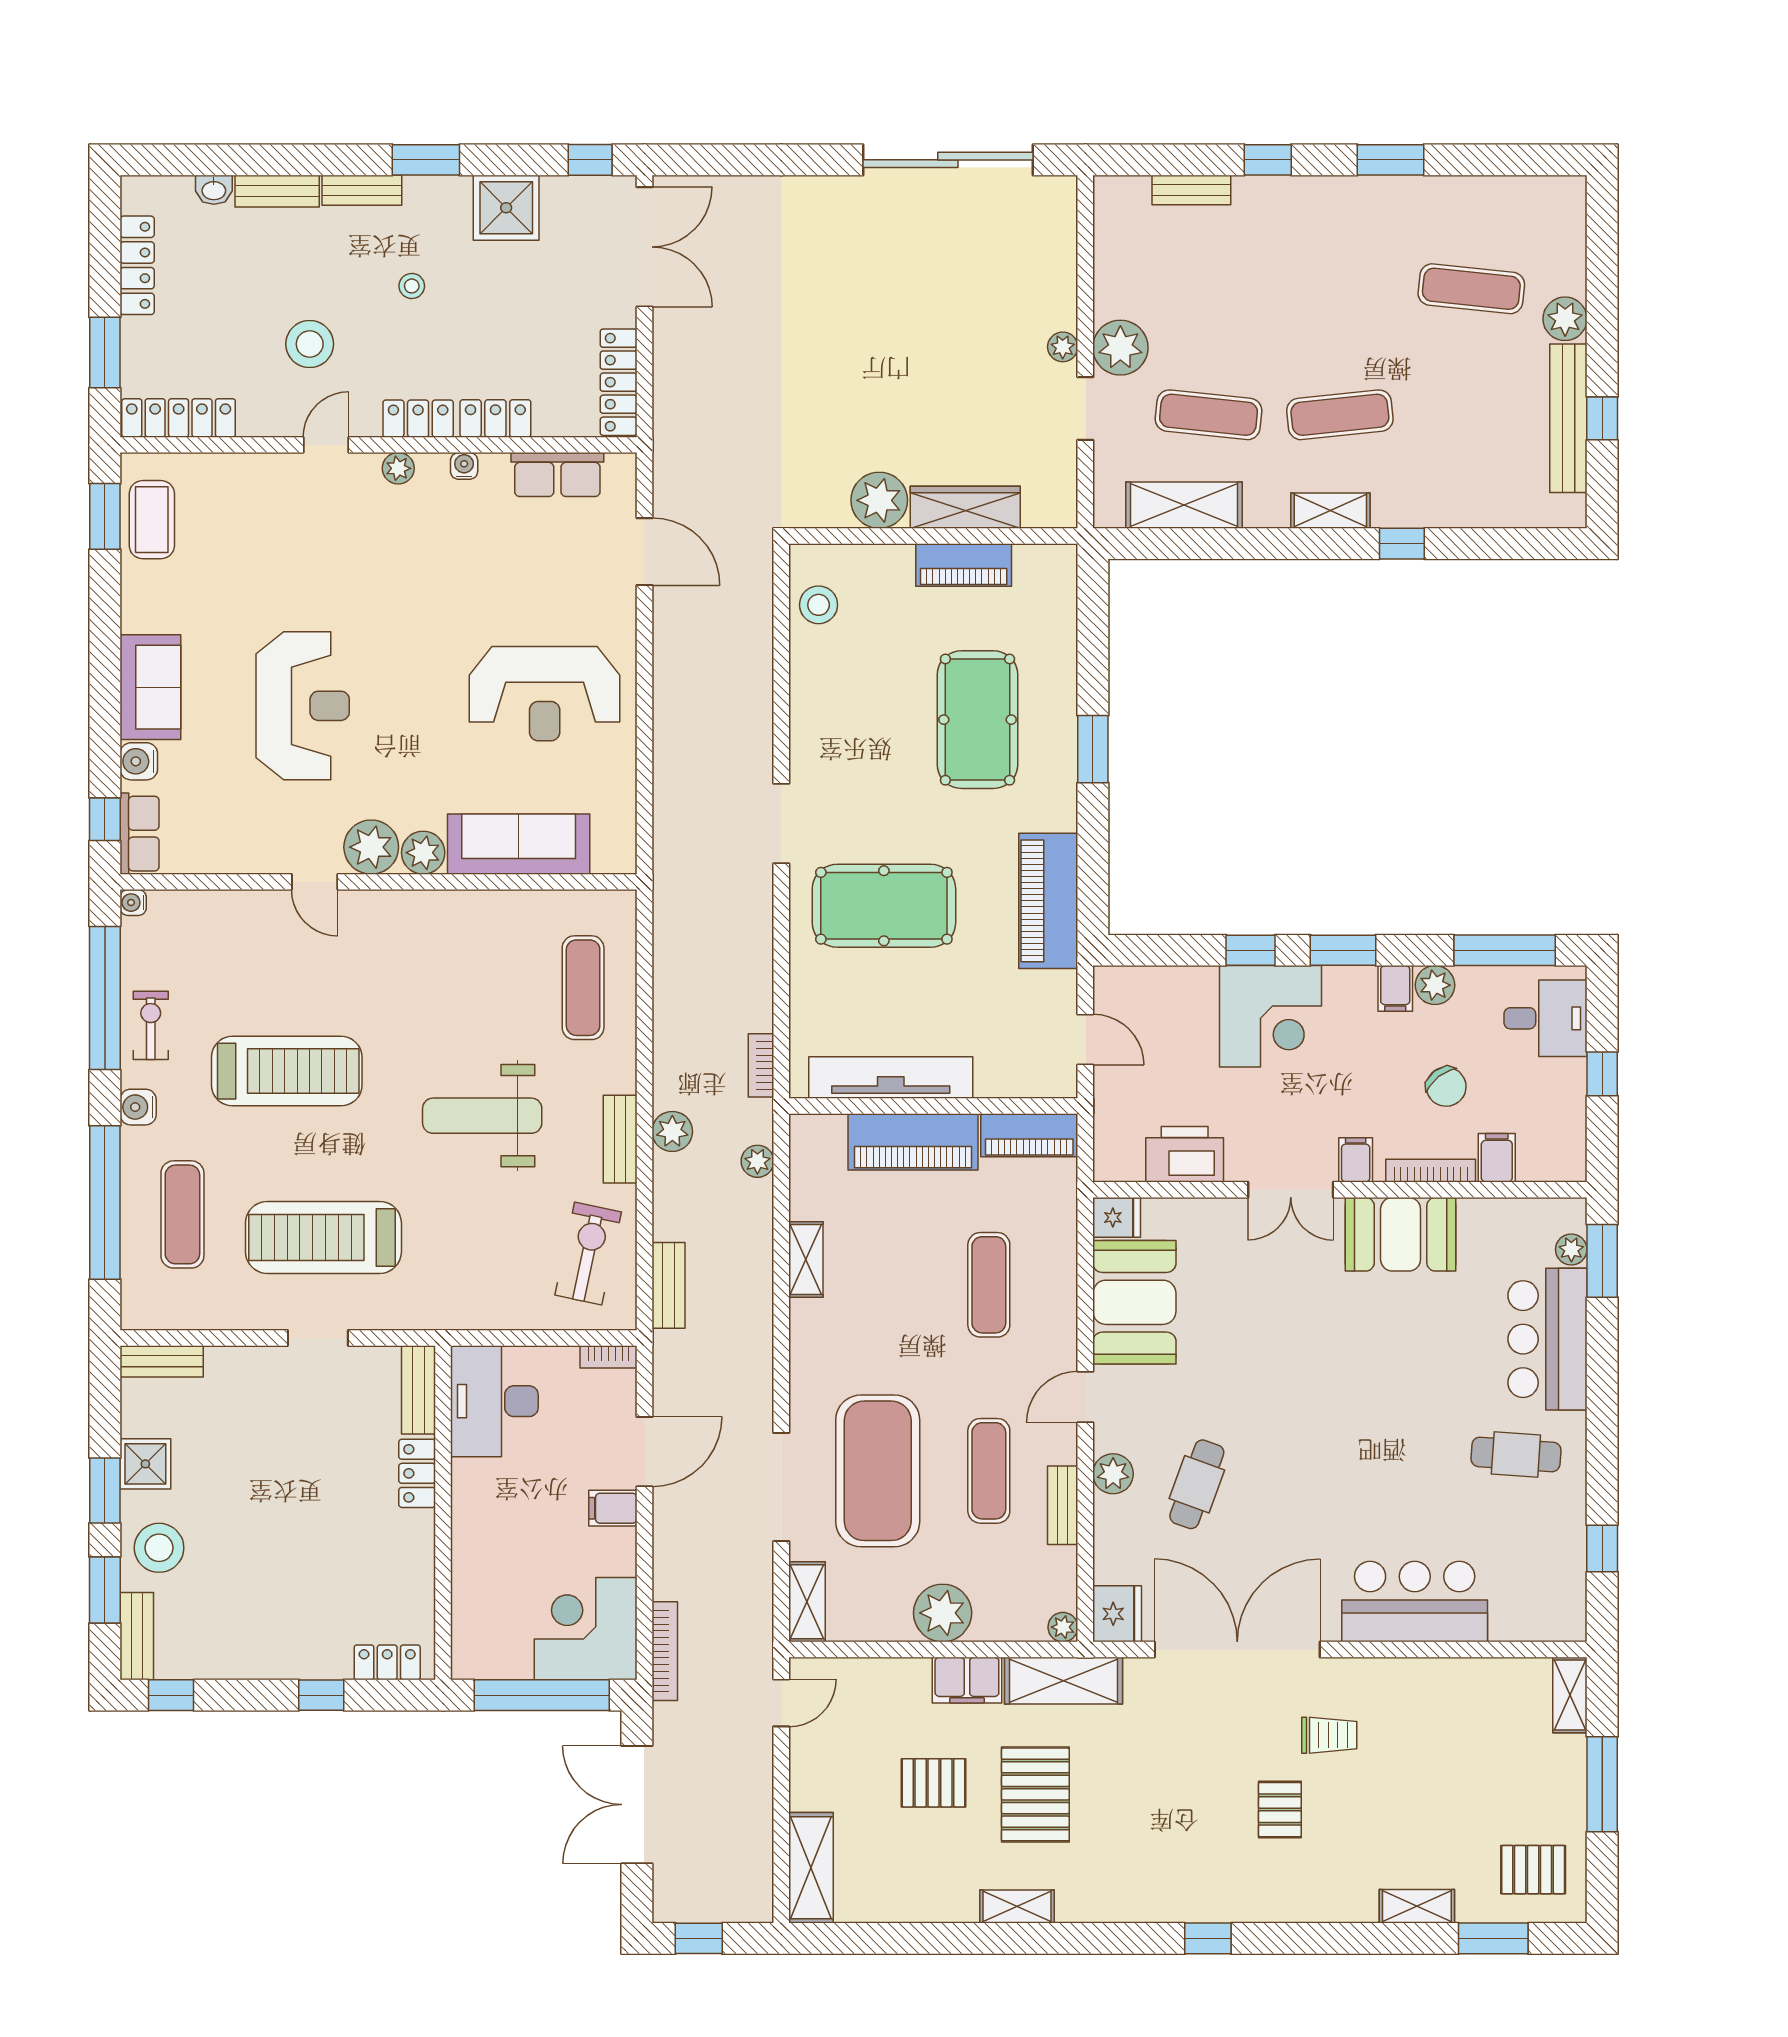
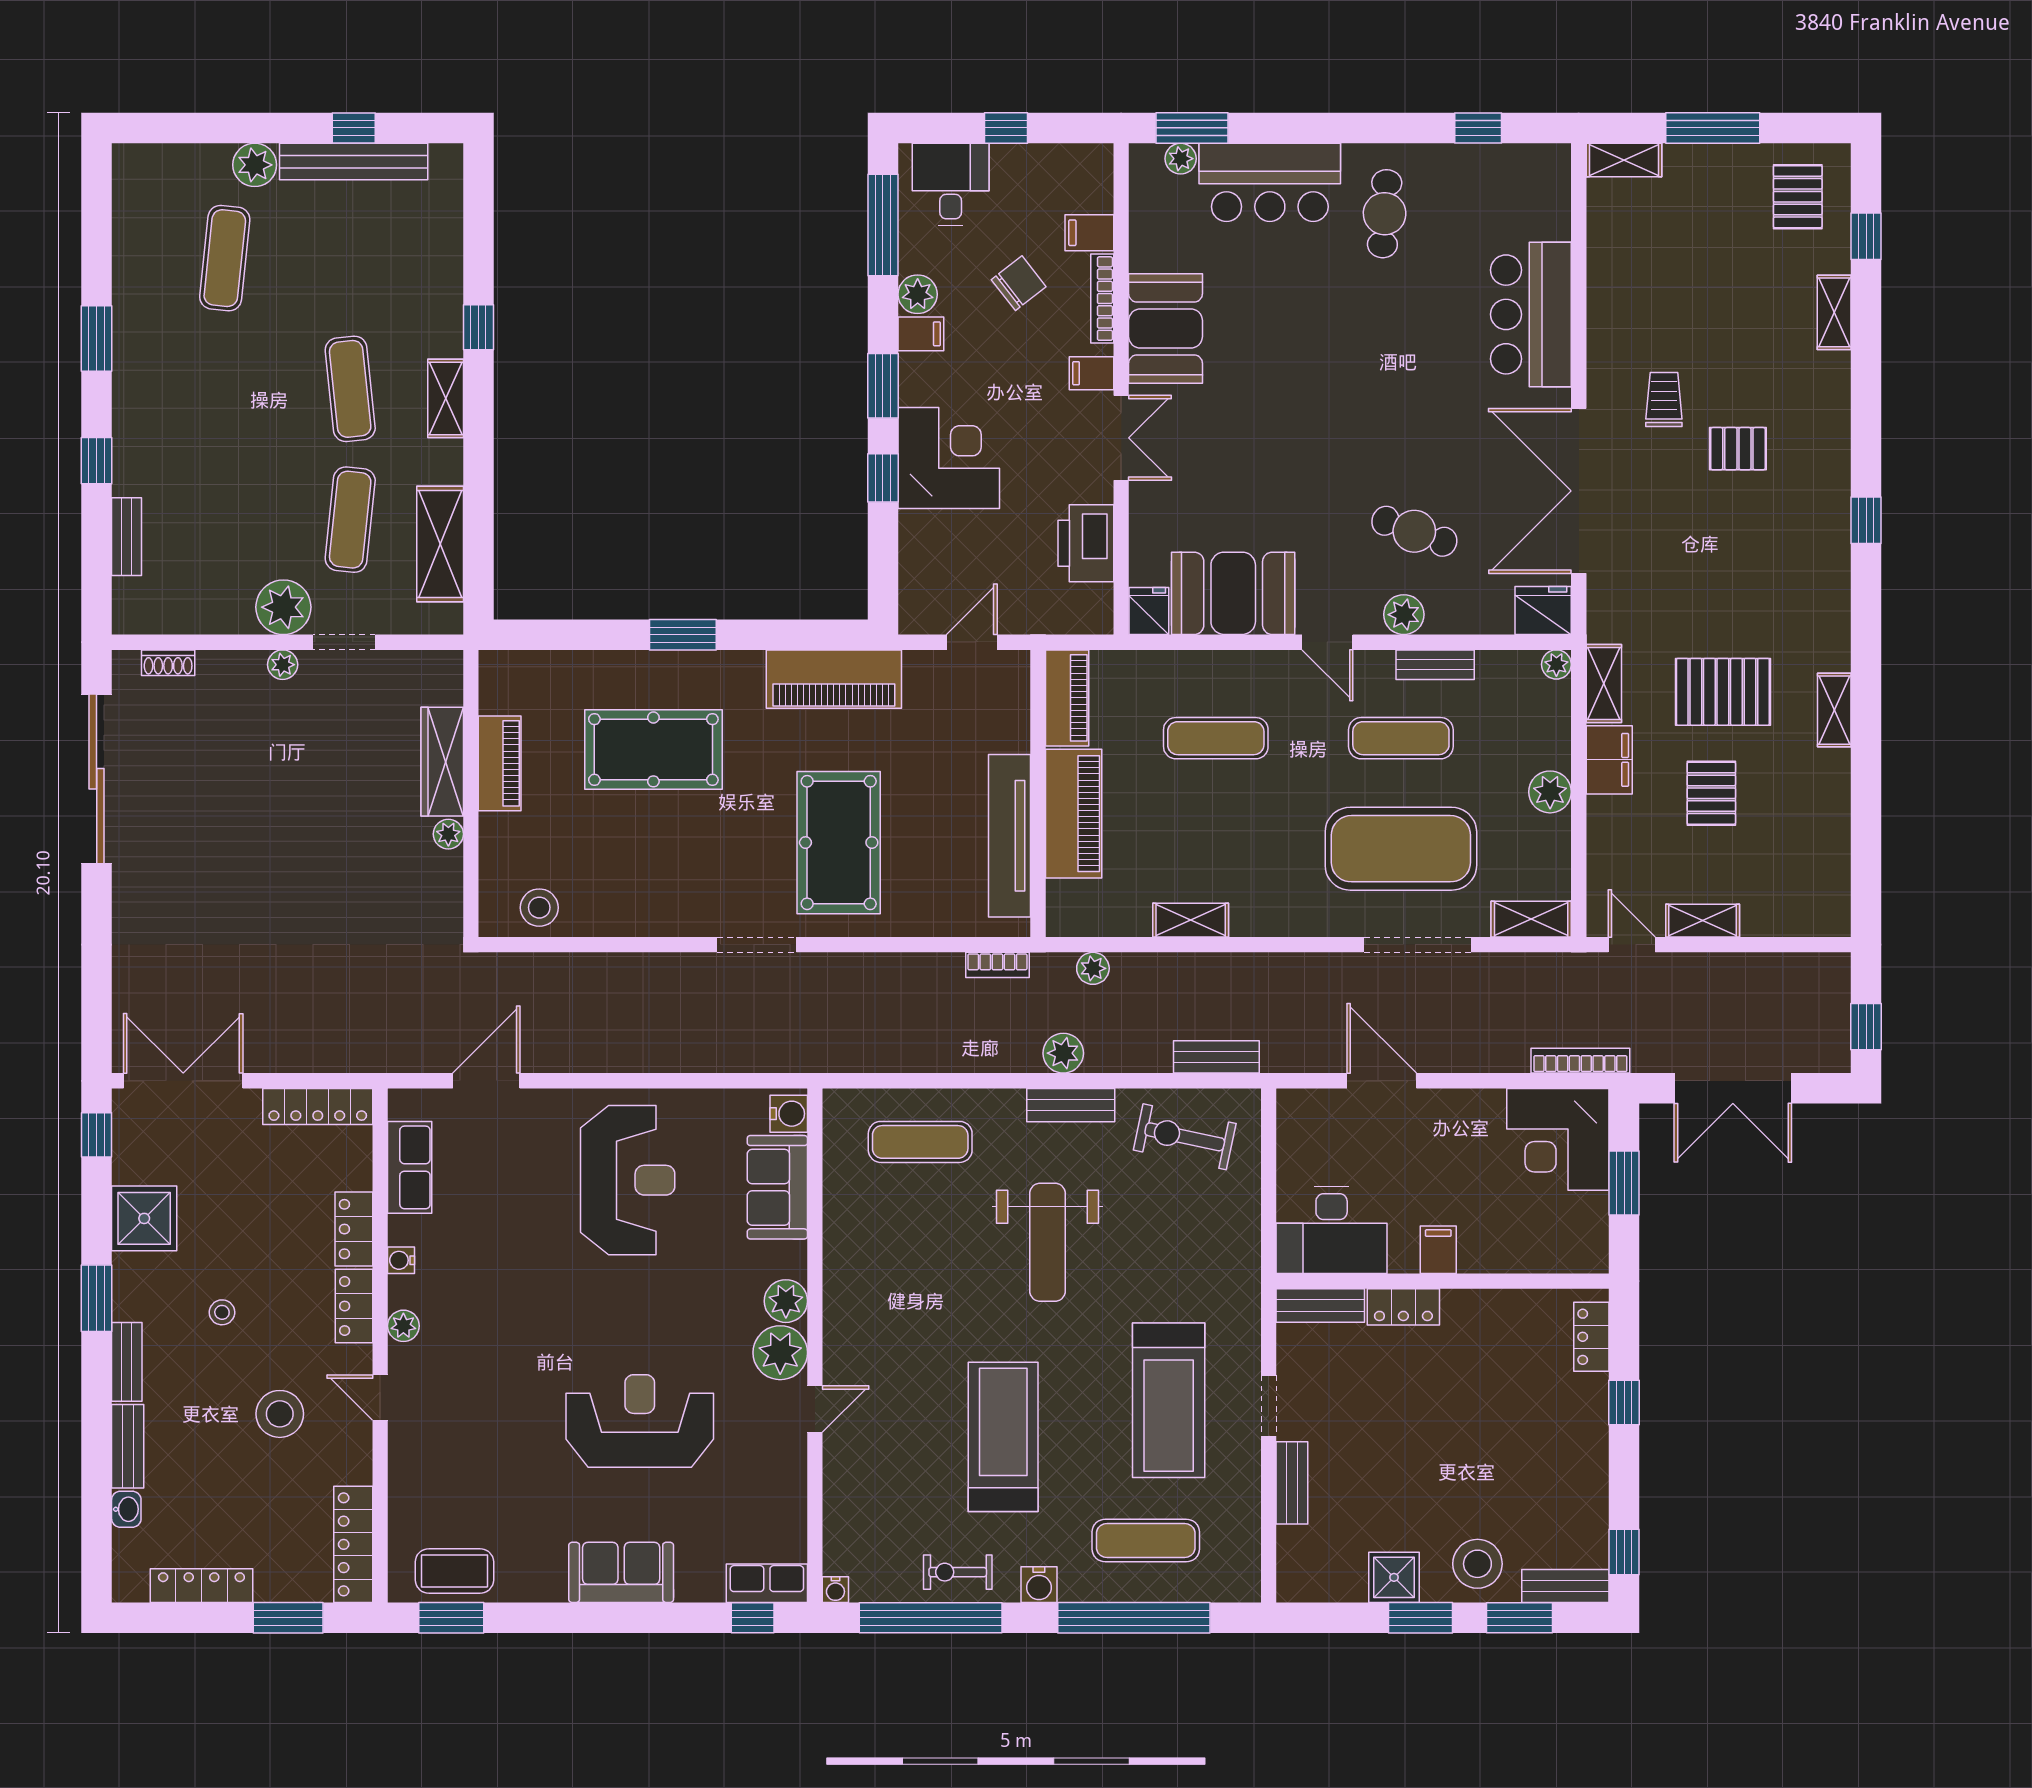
shoe rack: (1065, 232) -> (168, 663), added
plant: (879, 500) -> (448, 834), width x0.53, depth x0.53
water cooler: (139, 761) -> (789, 1114), moved, turned -90
sofa: (519, 844) -> (777, 1187), width x0.73
bookcase: (609, 1357) -> (1287, 1117), removed
bench: (162, 1361) -> (1292, 1483), moved
filing cabinet: (613, 1508) -> (1438, 1250), moved, turned 180
plant: (943, 1613) -> (1550, 792), width x0.73, depth x0.73
shelving: (1063, 1681) -> (1604, 683), width x0.67, depth x0.75
window: (542, 1695) -> (1624, 1183), width x0.47
shelving: (811, 1868) -> (1703, 921), moved, width x0.67, depth x0.75
window: (1493, 1938) -> (1866, 236), width x0.67

